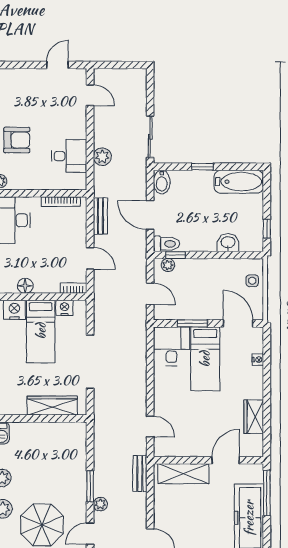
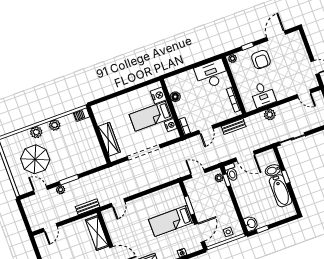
door: (90, 95) -> (304, 94), hinge flipped
bidet: (162, 182) -> (273, 170), moved
bathtub: (239, 182) -> (281, 191), moved
door: (150, 215) -> (245, 156), swing flipped
washbasin: (228, 243) -> (251, 224), moved
door: (150, 294) -> (198, 173), swing flipped
desk: (171, 346) -> (171, 198), removed

